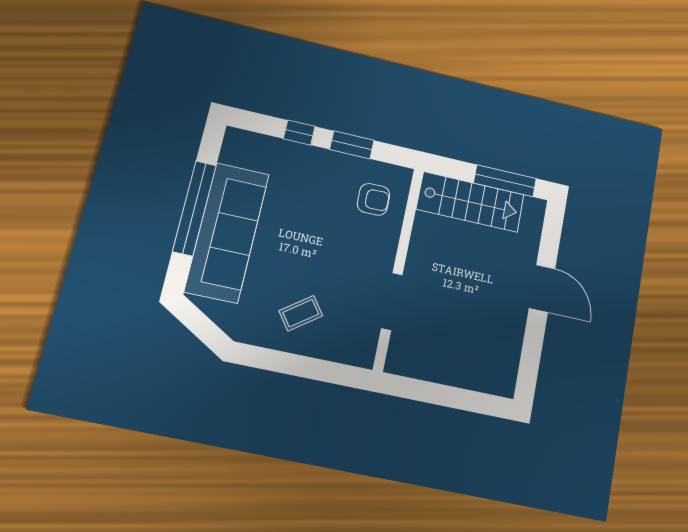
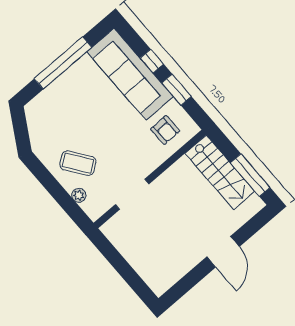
sofa: (227, 232) -> (130, 74), moved, turned 90
coffee table: (301, 313) -> (78, 163), width x1.36, depth x1.30
plant: (330, 351) -> (79, 195), added

